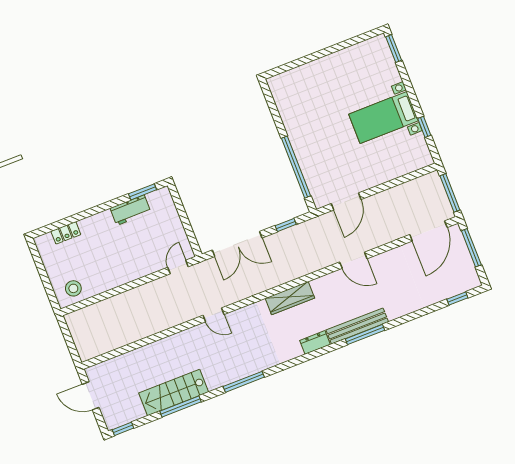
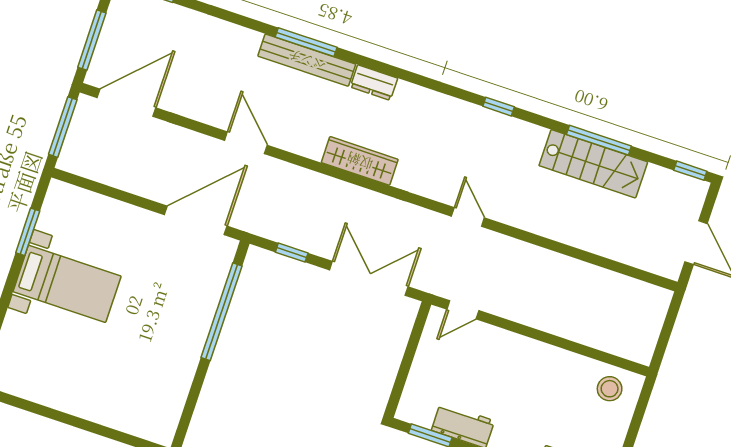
window: (424, 127) -> (28, 232), width x1.50
door: (346, 201) -> (196, 220), width x1.36
window: (244, 382) -> (499, 107), width x0.46

